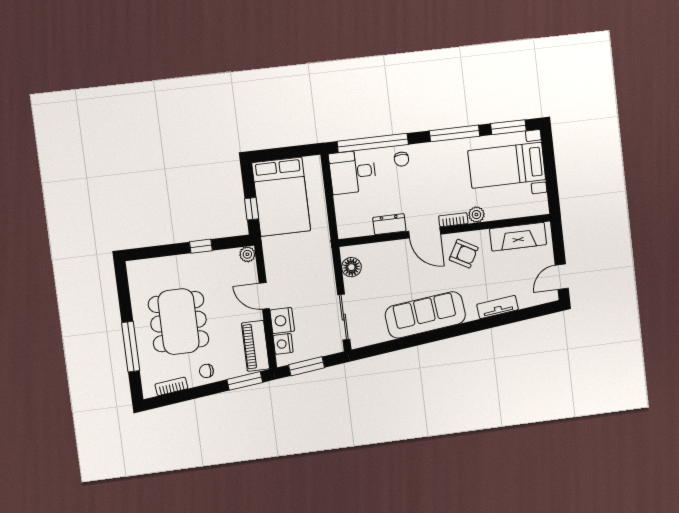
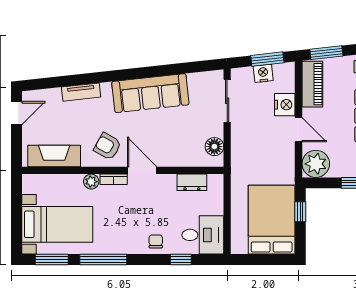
window: (373, 143) -> (181, 260), width x0.32
dresser: (389, 224) -> (192, 182), moved
plant: (247, 254) -> (316, 164), width x1.87, depth x1.87
nightstand: (283, 344) -> (263, 73), moved, turned -96

